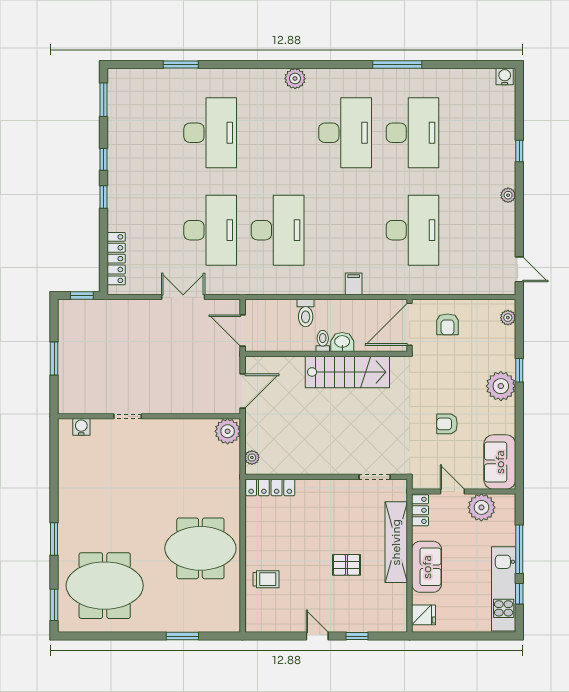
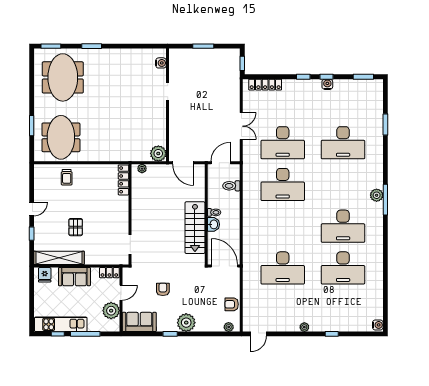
window: (397, 64) -> (385, 200), moved
water cooler: (116, 158) -> (327, 84), added
filing cabinet: (354, 284) -> (250, 232), removed
toilet: (306, 313) -> (231, 186), moved
armchair: (448, 324) -> (232, 304), moved
window: (519, 370) -> (170, 334), moved
shelving: (396, 542) -> (59, 258), moved
meeting table: (200, 548) -> (61, 137), moved

